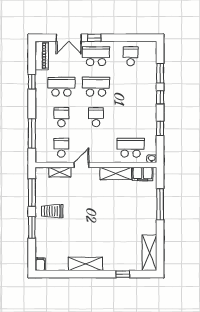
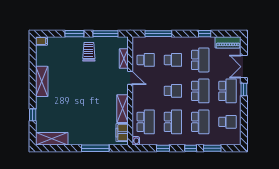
school desk: (131, 87) -> (200, 122), added
school desk: (131, 117) -> (173, 122), added

